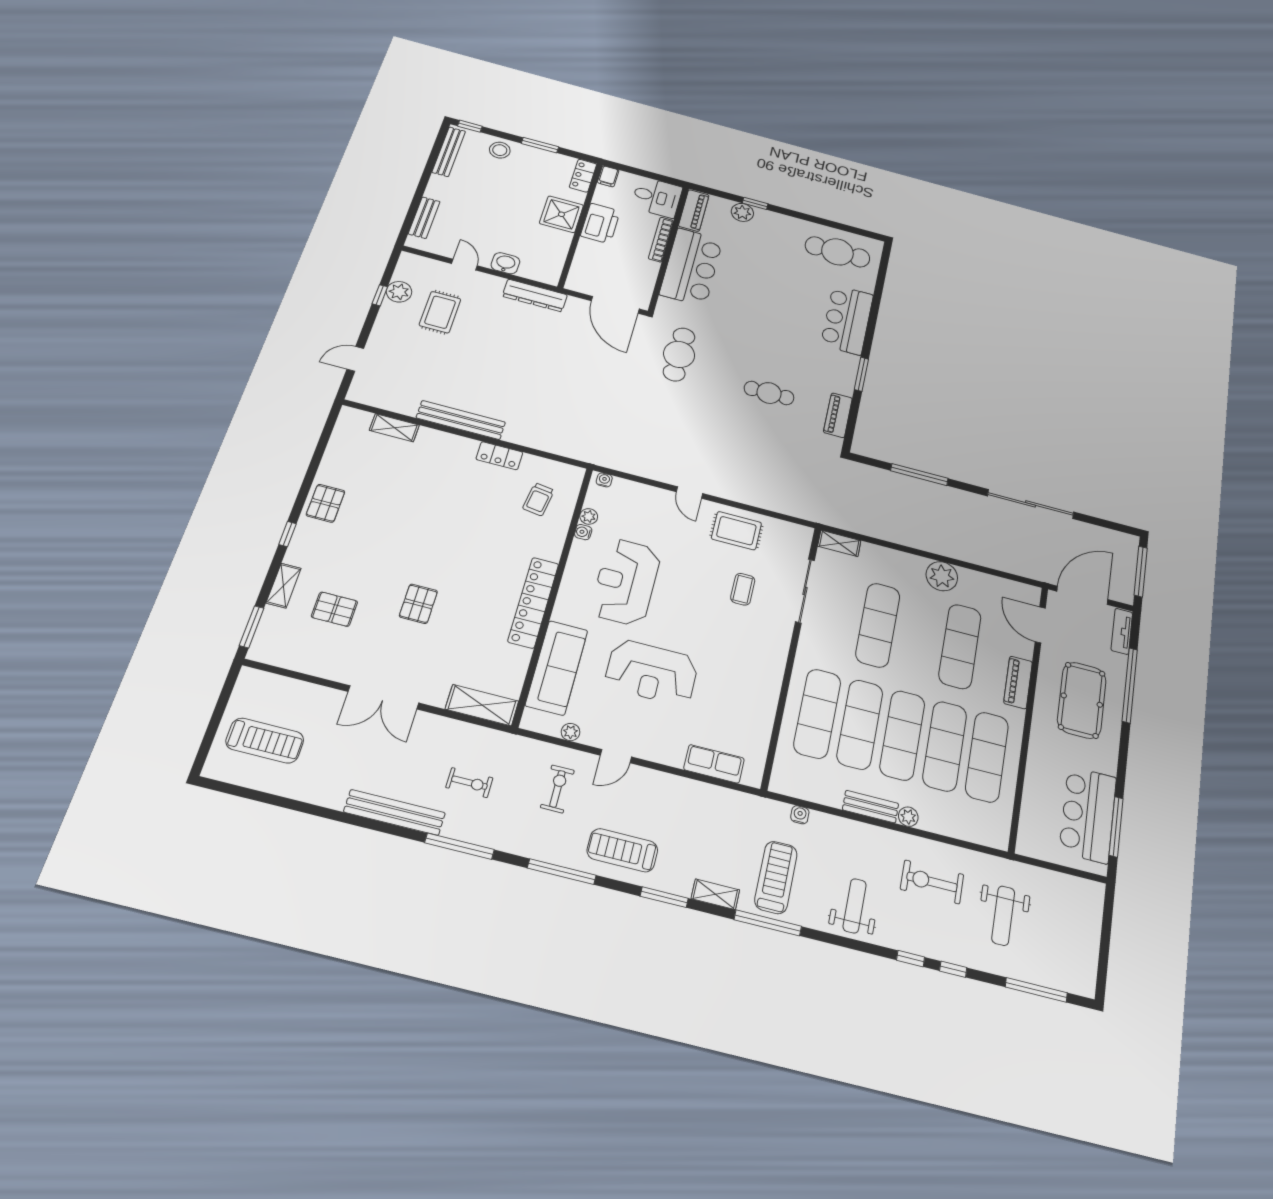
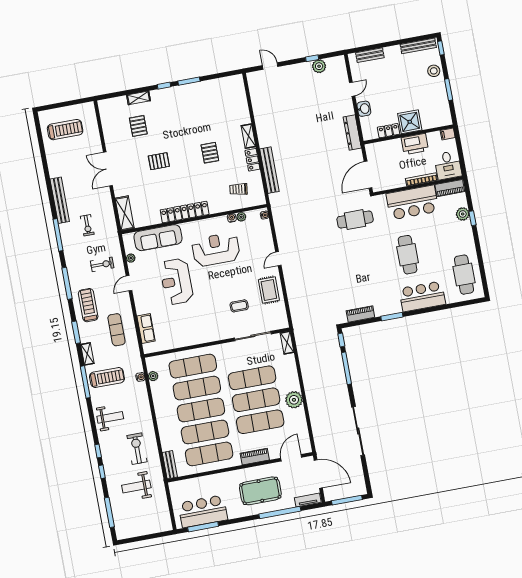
locker: (583, 176) -> (389, 131), moved
rug: (440, 312) -> (318, 92), removed
cafe table: (769, 393) -> (408, 255), moved, width x1.37, depth x1.35
bench: (461, 420) -> (269, 170), moved
shelving: (394, 428) -> (248, 136), moved
window: (869, 461) -> (341, 340), added
pallet: (326, 503) -> (210, 153), moved, turned 90
window: (252, 627) -> (189, 81), moved
exercise mat: (919, 636) -> (256, 400), added
treadmill: (265, 741) -> (65, 130), turned -90
door: (616, 756) -> (129, 283), hinge flipped
bench: (871, 807) -> (170, 465), moved
plant: (908, 817) -> (153, 376), moved
exercise mat: (693, 819) -> (116, 330), added

